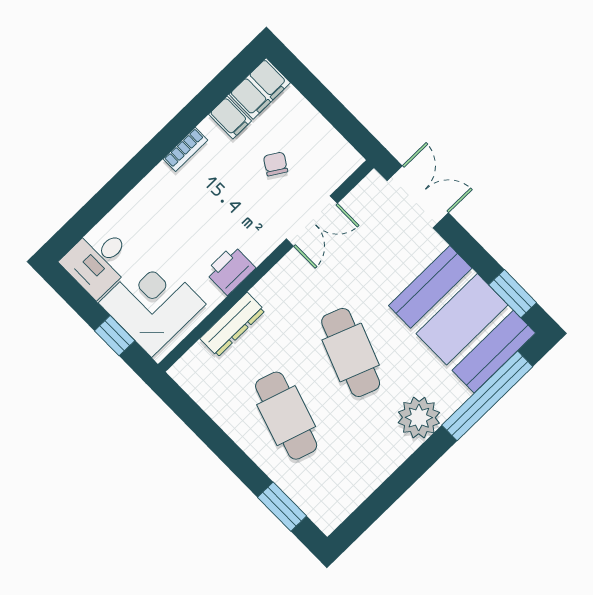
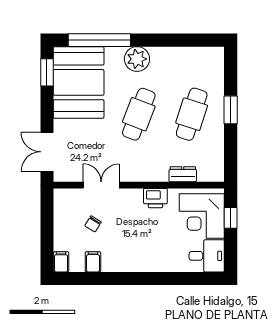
filing cabinet: (260, 88) -> (61, 262), width x0.50
bookcase: (185, 149) -> (125, 267), removed
dresser: (232, 325) -> (183, 174), width x0.70
window: (282, 507) -> (231, 110), moved

